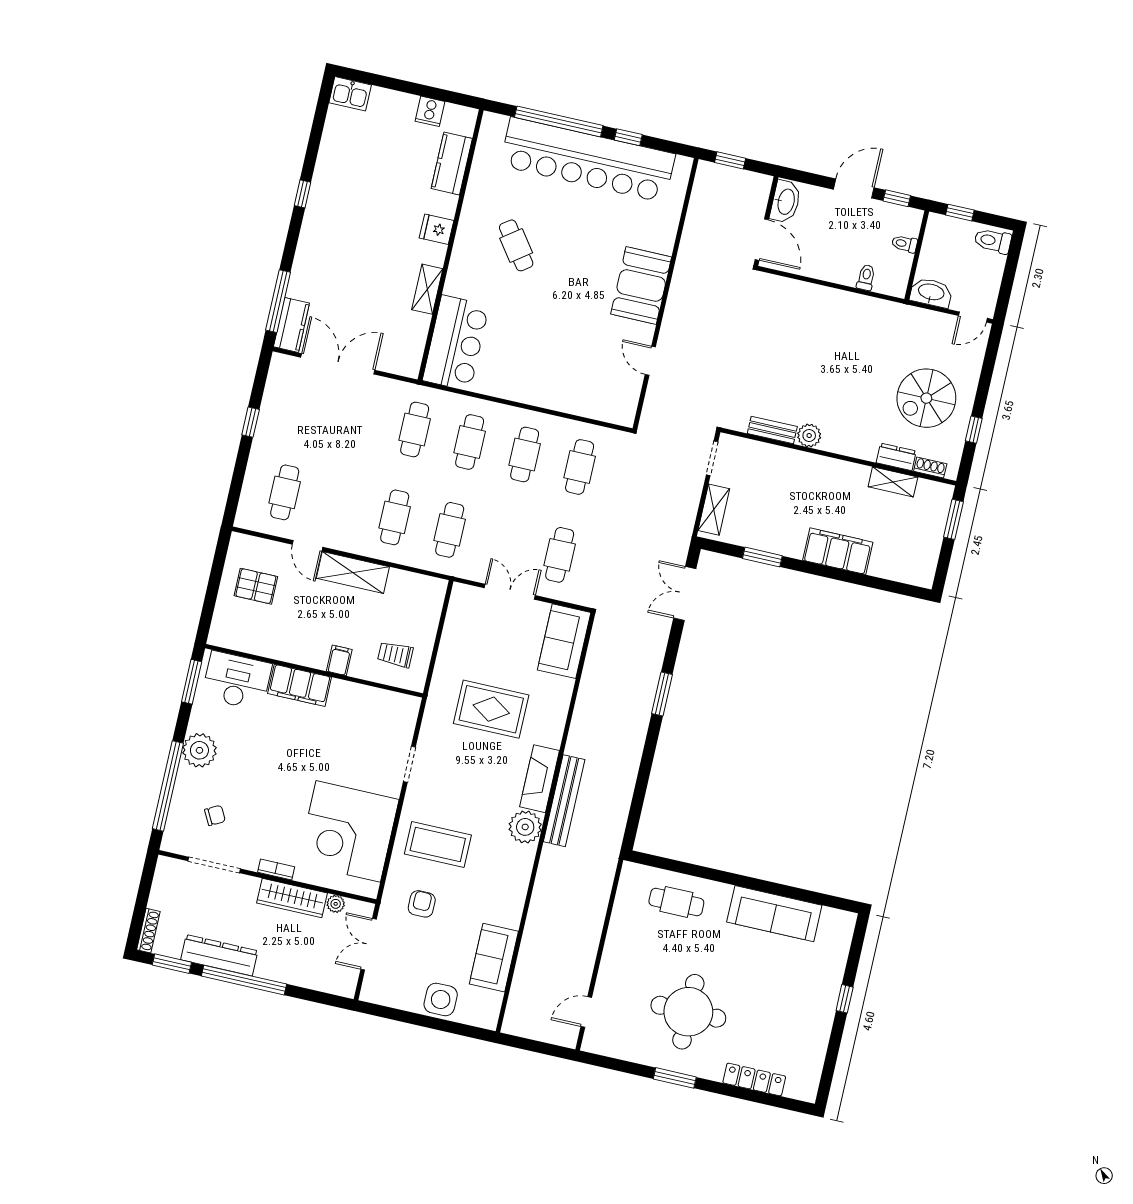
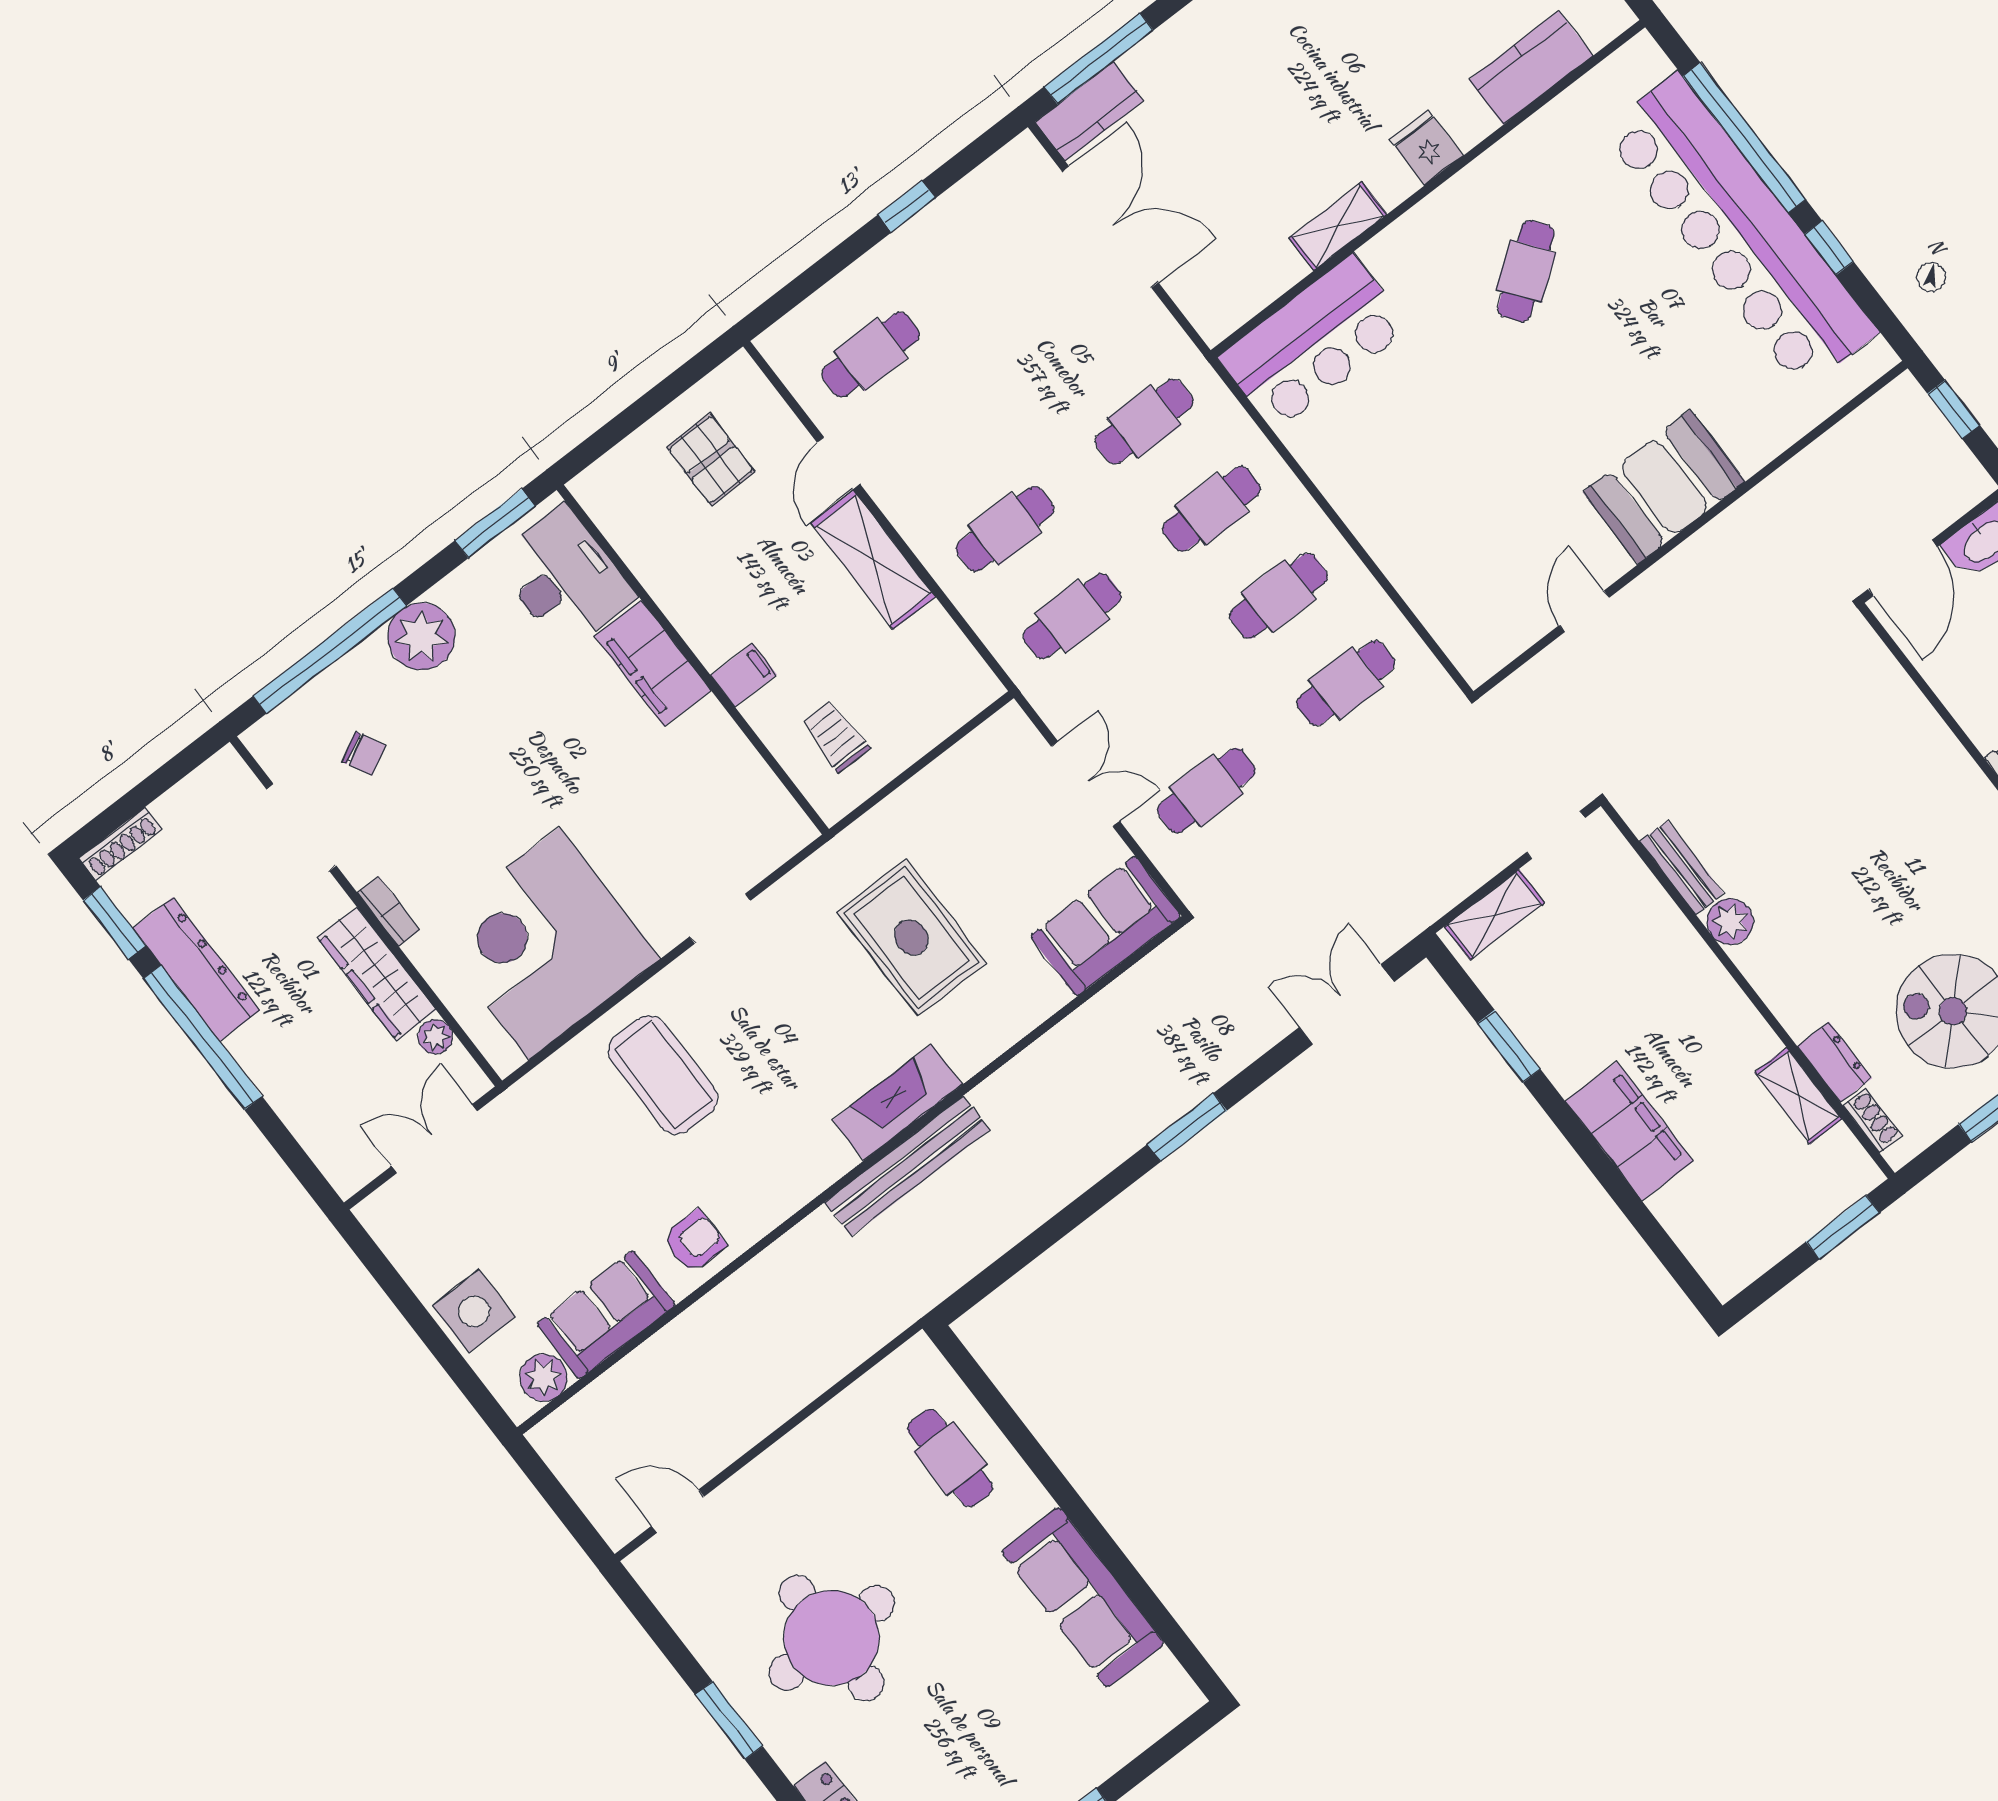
plant: (525, 827) -> (544, 1378), moved, width x0.73, depth x0.73
armchair: (422, 904) -> (694, 1241), moved

